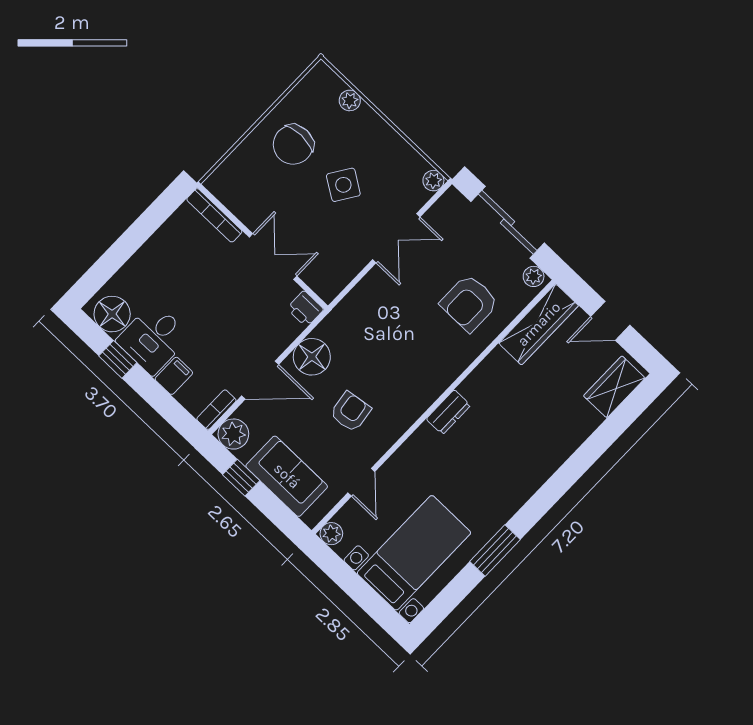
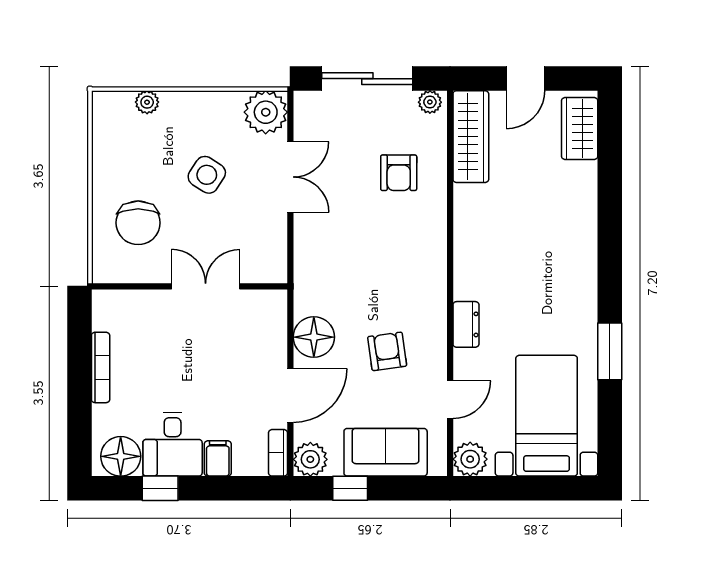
chair: (293, 145) -> (138, 223), moved
plant: (433, 181) -> (266, 112), width x1.88, depth x1.88
bookcase: (214, 215) -> (101, 367), moved, turned -90
armchair: (469, 303) -> (399, 173), width x0.72, depth x0.72
printer: (305, 309) -> (272, 304), removed
dresser: (448, 412) -> (466, 324), moved
door: (361, 482) -> (450, 400), hinge flipped
plant: (331, 534) -> (470, 459), width x1.38, depth x1.38

